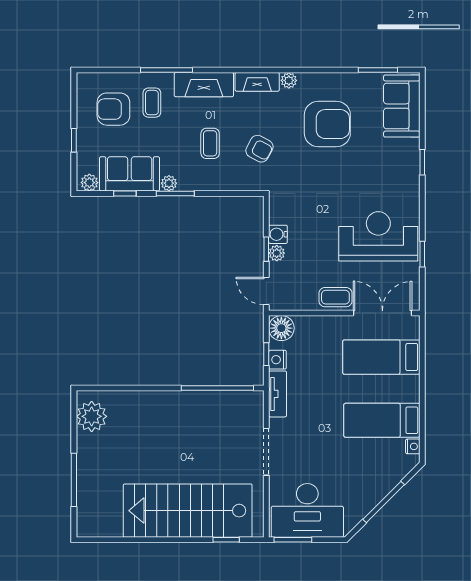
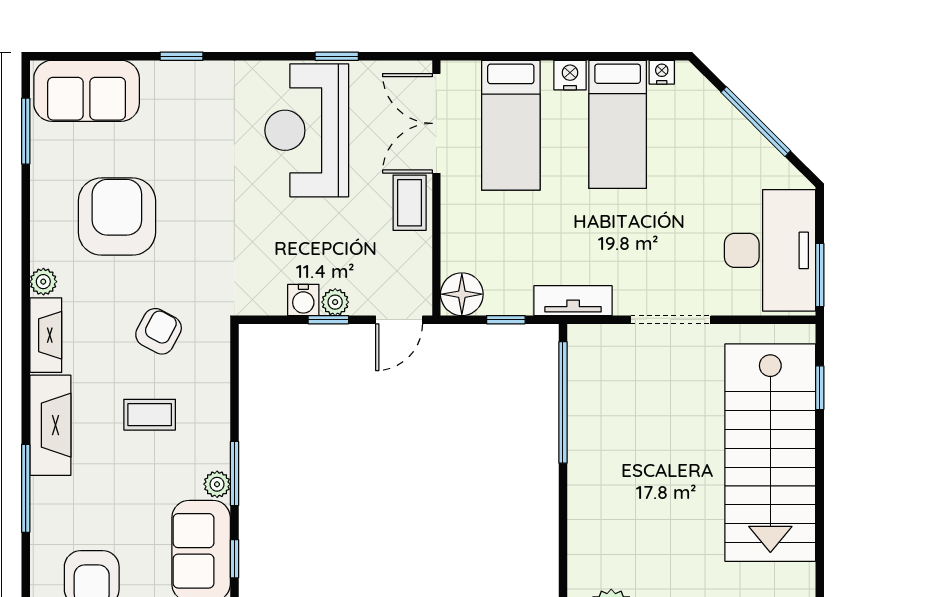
coffee table: (152, 103) -> (81, 513), removed
nightstand: (277, 360) -> (570, 75), moved, turned 180

